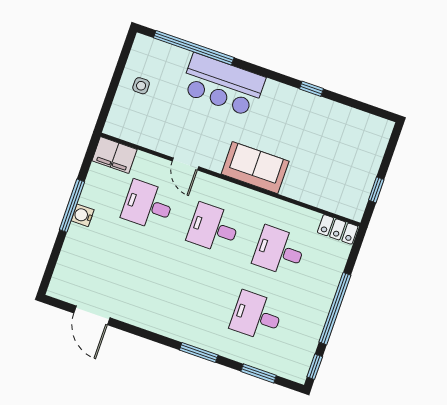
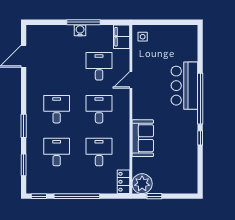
window: (194, 48) -> (200, 99), moved
side table: (141, 86) -> (143, 37), moved
sofa: (255, 168) -> (143, 138), moved
plant: (350, 202) -> (142, 184), added
desk: (191, 293) -> (57, 109), added

